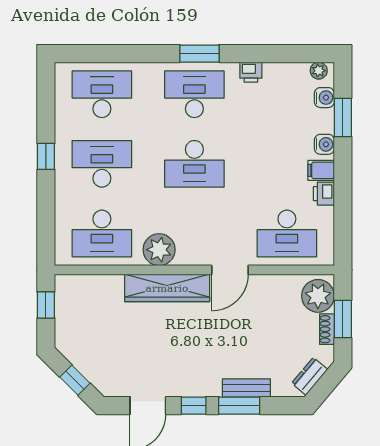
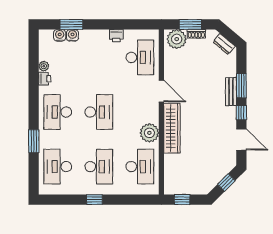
window: (199, 54) -> (34, 141), moved
plant: (319, 71) -> (44, 66), moved
water cooler: (324, 144) -> (72, 35), moved
desk: (102, 164) -> (99, 167), turned 180
filing cabinet: (321, 170) -> (103, 37), removed
bench: (246, 388) -> (231, 92), moved

